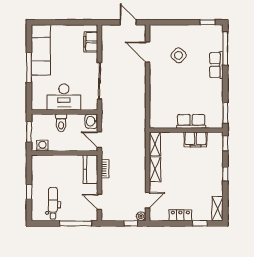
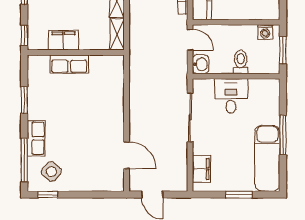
window: (62, 22) -> (239, 195), added
side table: (179, 55) -> (51, 172), moved
desk: (64, 97) -> (231, 96), width x0.73
window: (225, 113) -> (24, 100), moved

